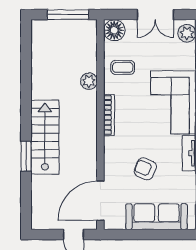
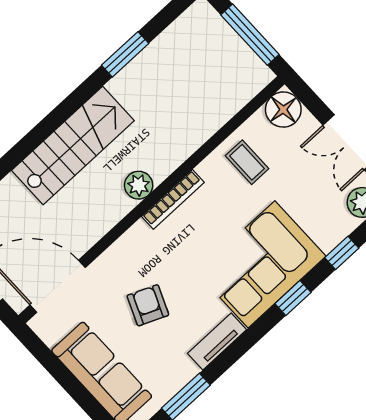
plant: (89, 81) -> (139, 185), moved
window: (26, 156) -> (125, 54), moved

